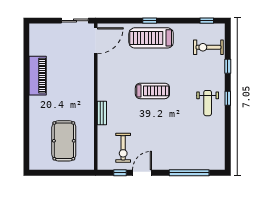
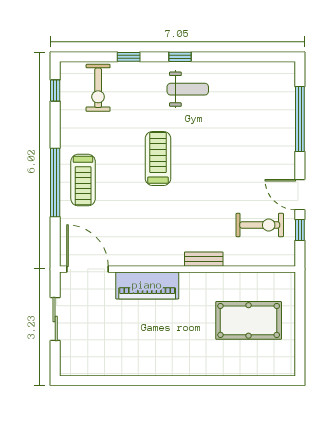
sliding door: (75, 21) -> (55, 319), moved
window: (150, 21) -> (55, 182), width x3.17
treadmill: (151, 38) -> (83, 180), width x0.73, depth x0.73
piano: (38, 76) -> (147, 285), moved, turned 180
treadmill: (152, 91) -> (158, 158), moved

